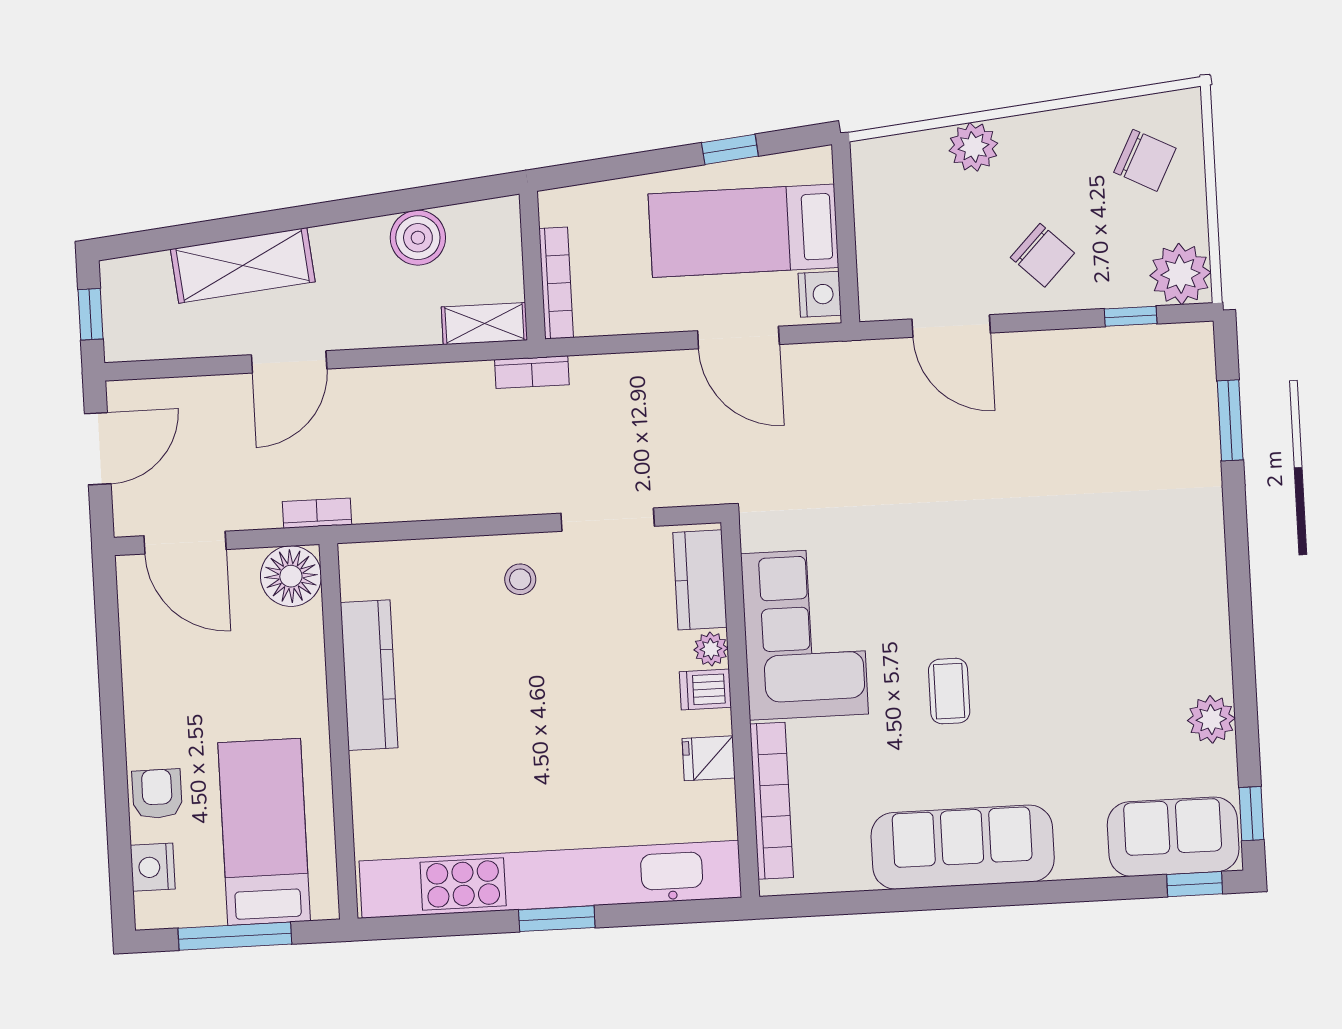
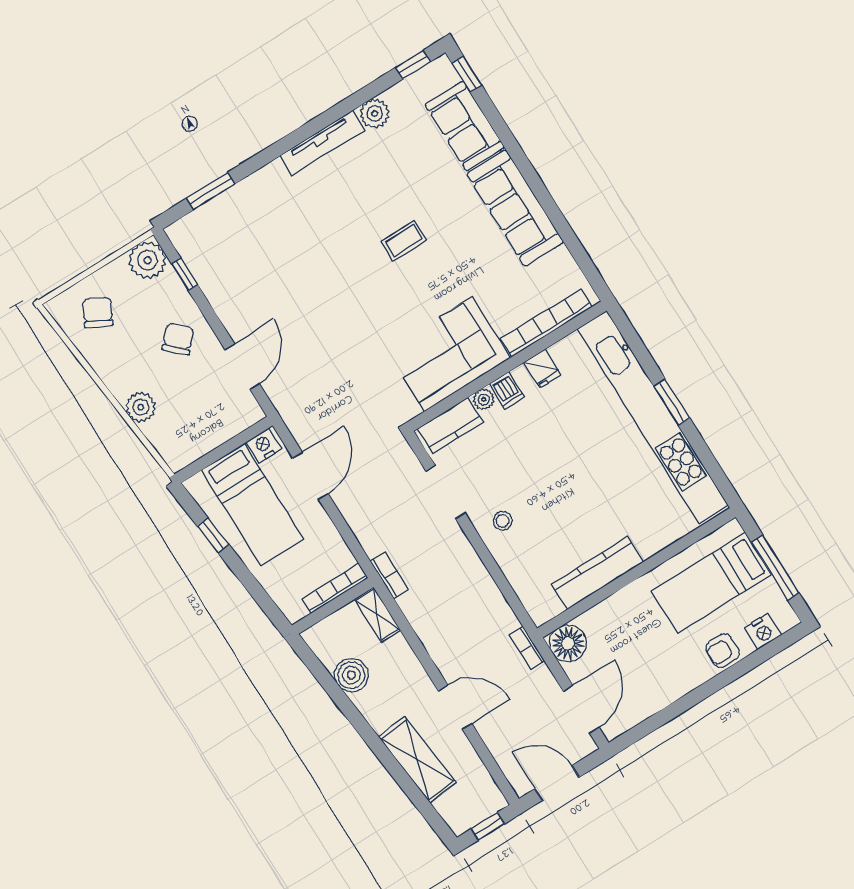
tv unit: (1211, 621) -> (322, 143), added
coffee table: (949, 691) -> (404, 241), moved
sofa: (1173, 837) -> (465, 126), moved

